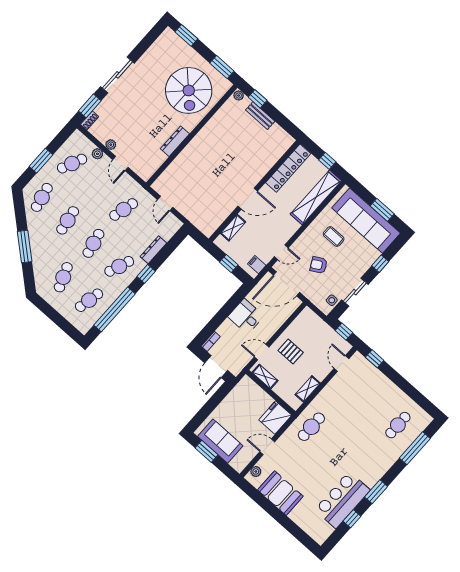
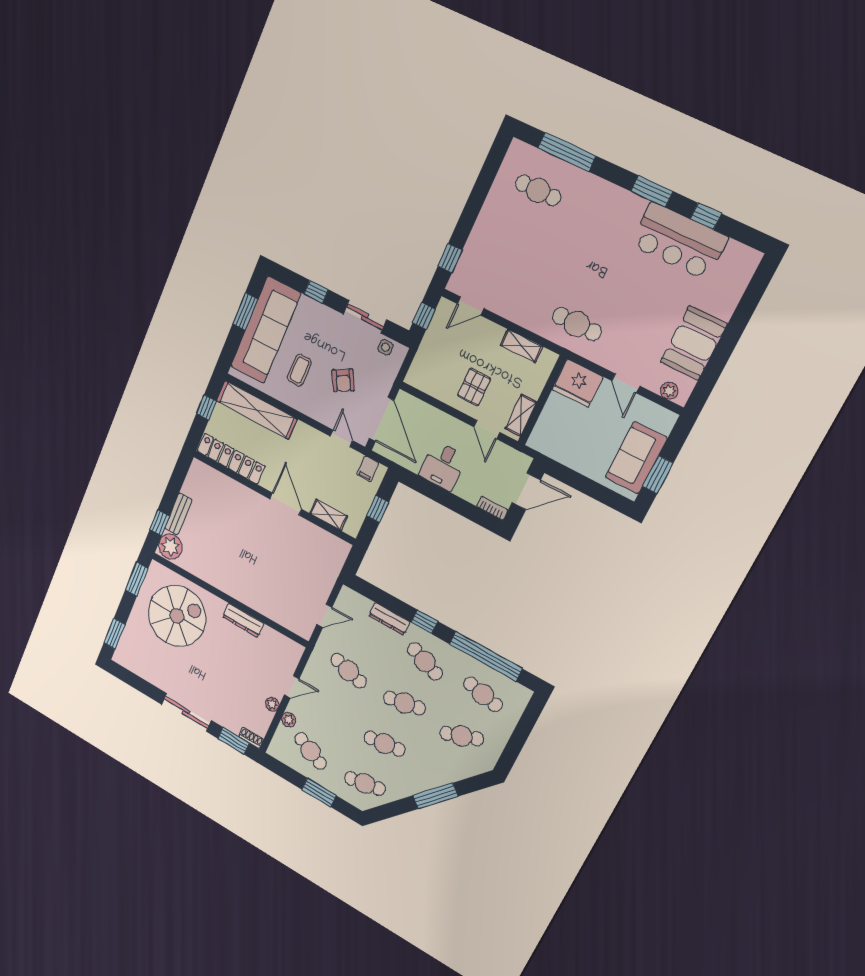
plant: (239, 96) -> (170, 547), width x1.88, depth x1.88

